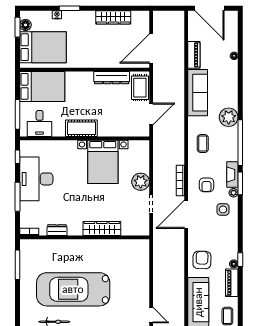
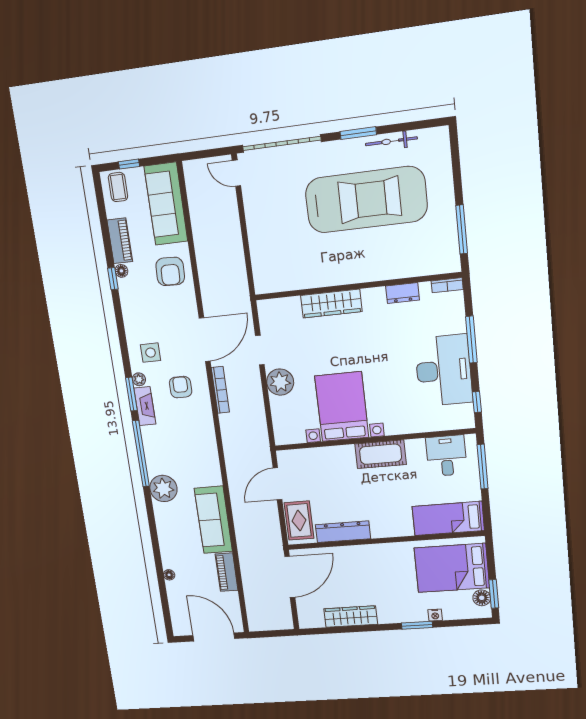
bed: (42, 86) -> (448, 518), width x0.67
coffee table: (203, 143) -> (195, 448), removed

